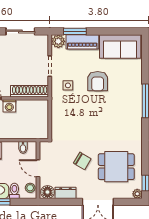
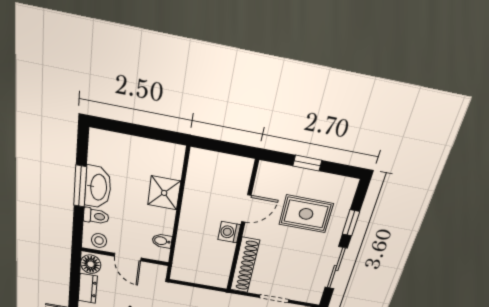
door: (38, 168) -> (128, 257), swing flipped

